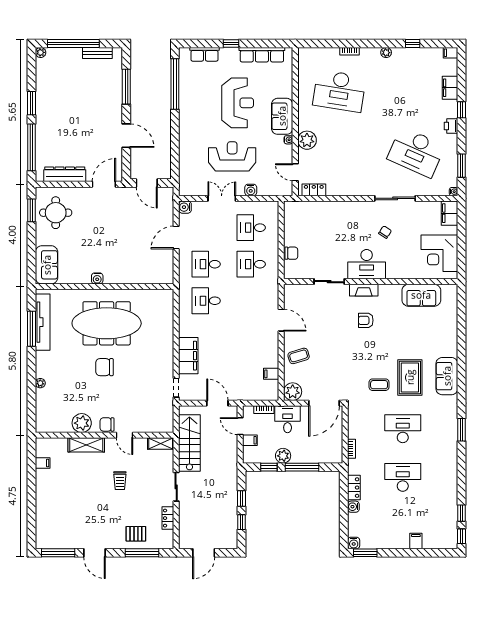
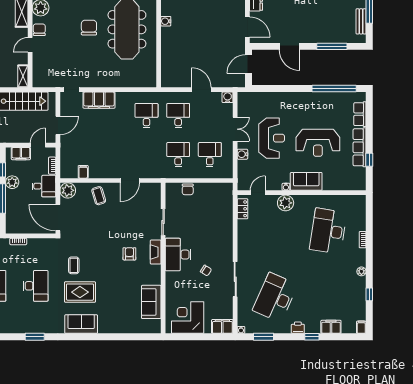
window: (231, 44) -> (369, 160), moved
row of seats: (262, 55) -> (360, 147), moved
door: (126, 136) -> (289, 46), hinge flipped
filing cabinet: (250, 440) -> (21, 154), width x2.00

